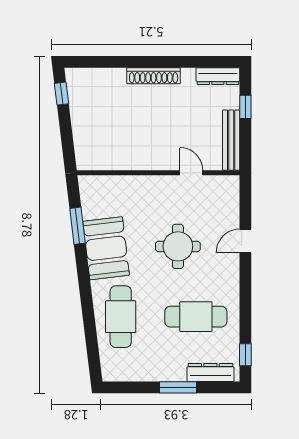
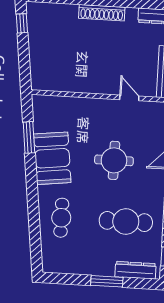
cafe table: (121, 317) -> (61, 218), width x0.73, depth x0.74

